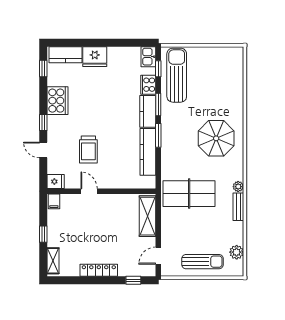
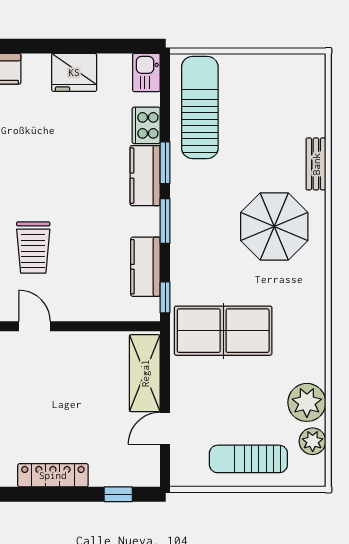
fridge: (95, 57) -> (74, 72), moved
window: (158, 69) -> (165, 297), moved
kitchen counter: (148, 152) -> (145, 267), width x0.67
plant: (238, 187) -> (307, 402), moved, width x1.88, depth x1.88
bench: (238, 207) -> (316, 164), moved
door: (158, 256) -> (165, 428), moved
sun lounger: (202, 262) -> (248, 459), turned 180

